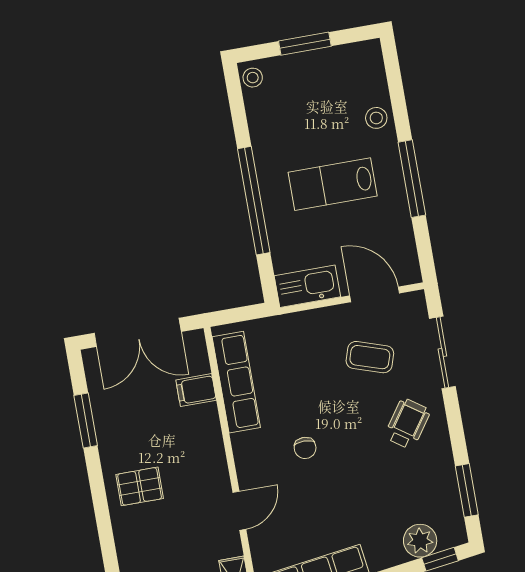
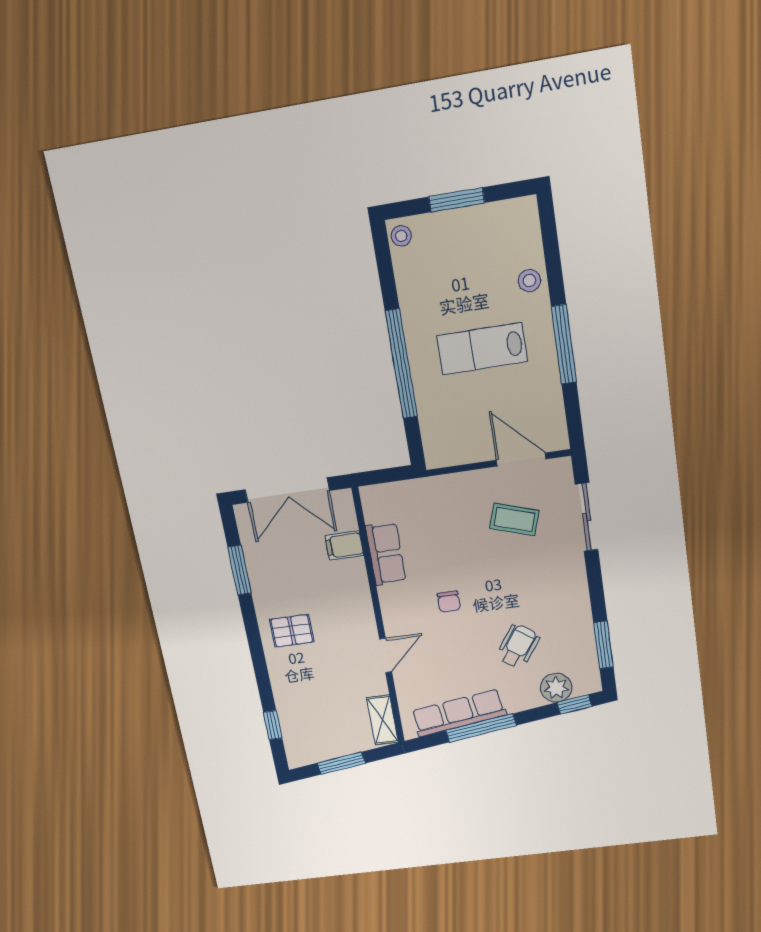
kitchen sink: (307, 286) -> (454, 450), removed
row of seats: (236, 382) -> (386, 554), width x0.68
wheelchair: (407, 424) -> (518, 646), moved

